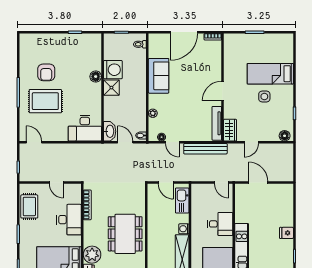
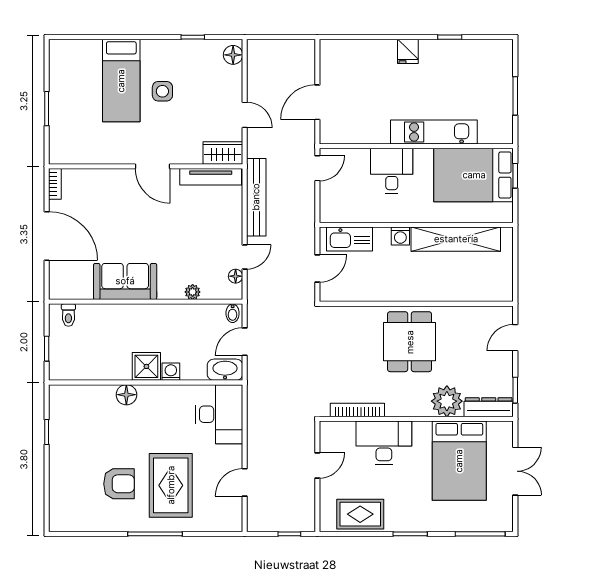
washing machine: (113, 70) -> (171, 372), moved, width x0.53, depth x0.53
door: (34, 142) -> (245, 482), moved
dining table: (125, 234) -> (410, 342), width x0.73

